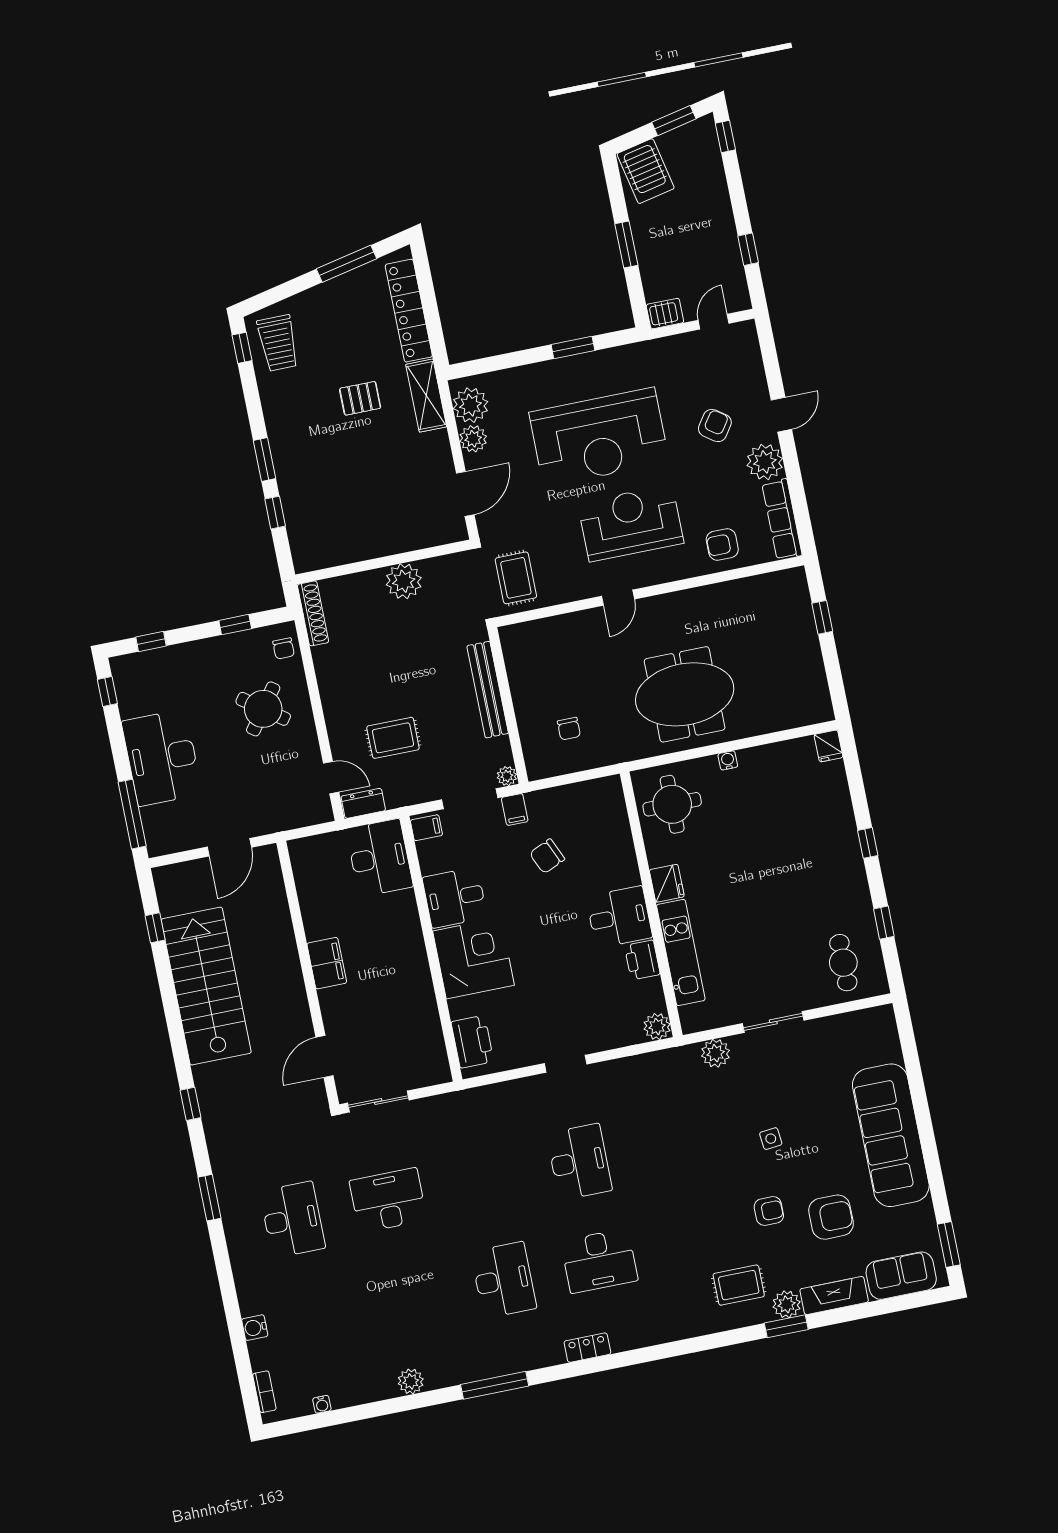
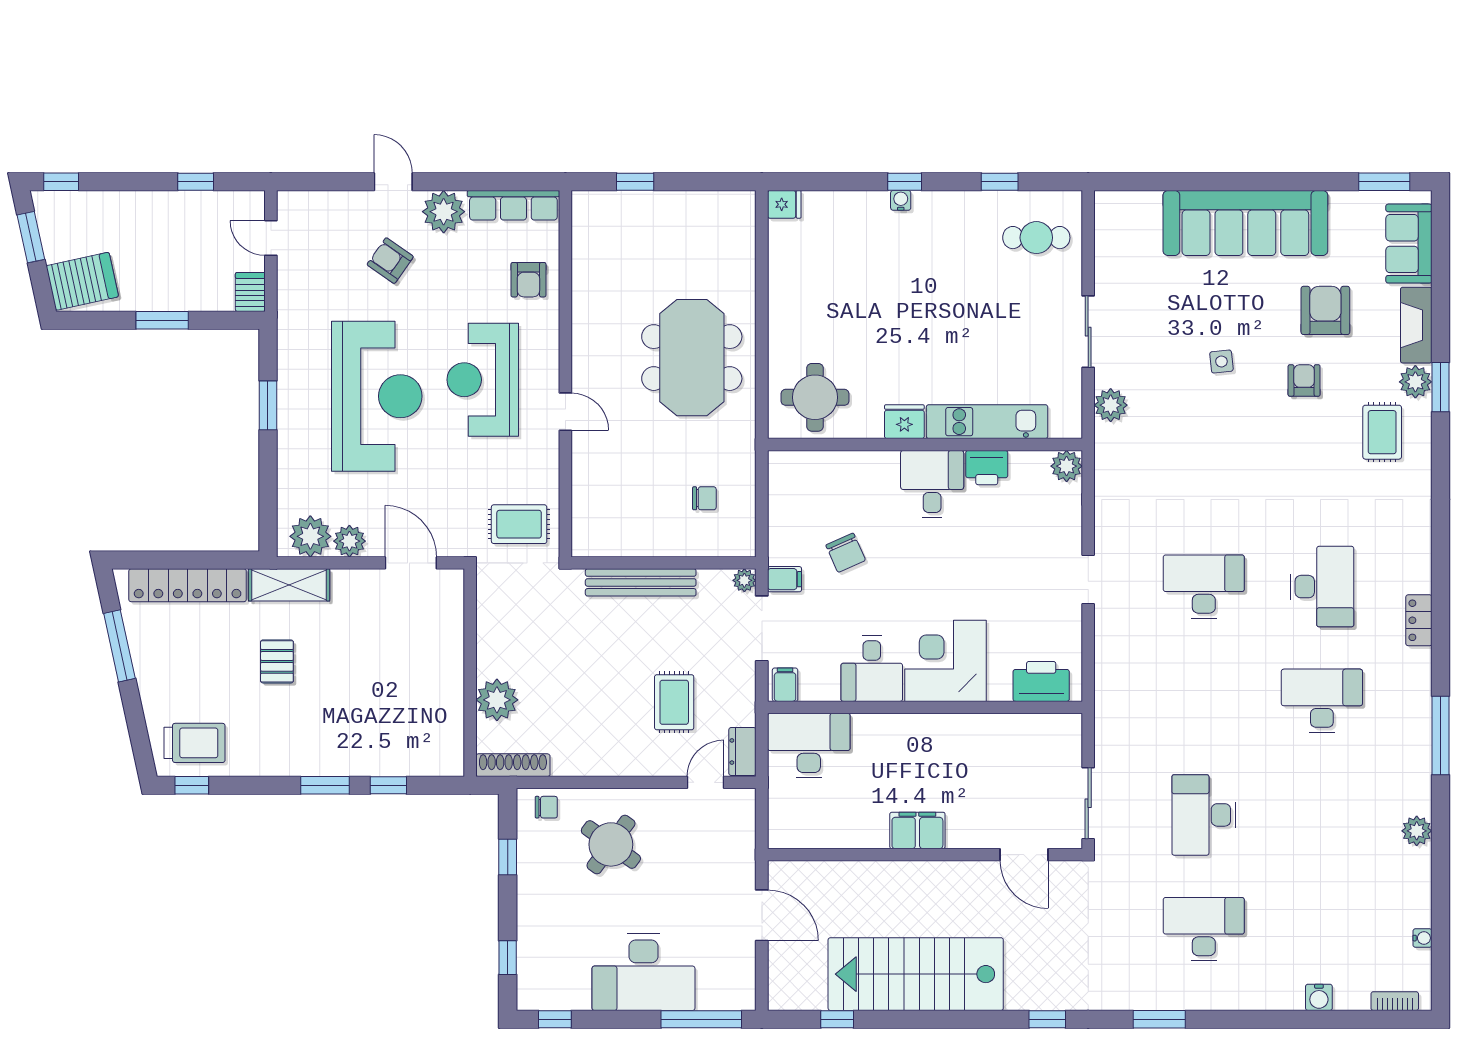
plant: (404, 581) -> (497, 700), moved
water cooler: (728, 760) -> (901, 200), moved, turned 90

